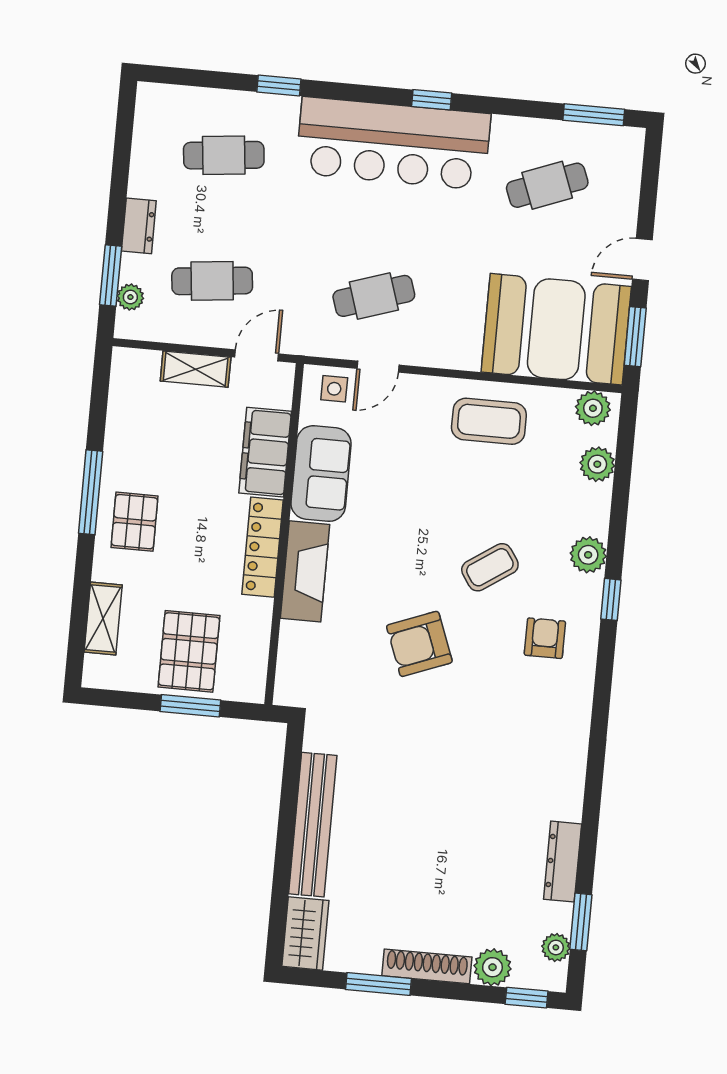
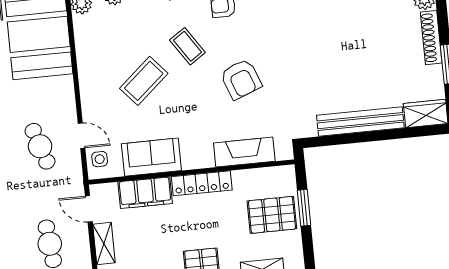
coffee table: (489, 421) -> (144, 81), moved, turned 49
fireplace: (305, 571) -> (244, 152), moved

